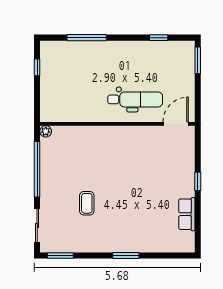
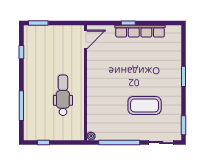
dental chair: (135, 99) -> (63, 95), moved
door: (176, 124) -> (86, 39), swing flipped
coffee table: (87, 203) -> (145, 105), width x1.86, depth x1.72
row of seats: (187, 214) -> (140, 31), width x2.02

